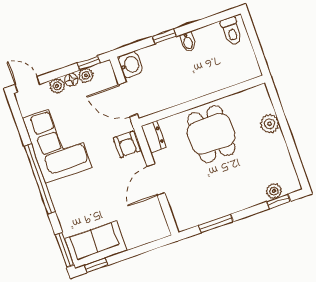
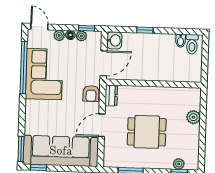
bidet: (188, 42) -> (180, 41), moved
door: (128, 99) -> (104, 63), swing flipped
dining table: (211, 134) -> (147, 132), moved, turned 90
window: (40, 179) -> (24, 67), moved
sofa: (96, 245) -> (61, 151), width x1.85, depth x1.27

